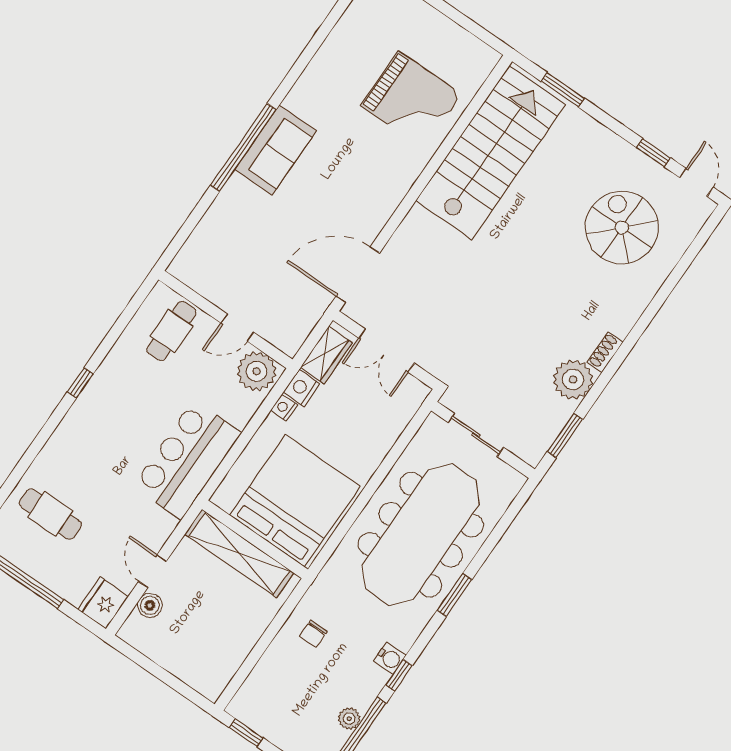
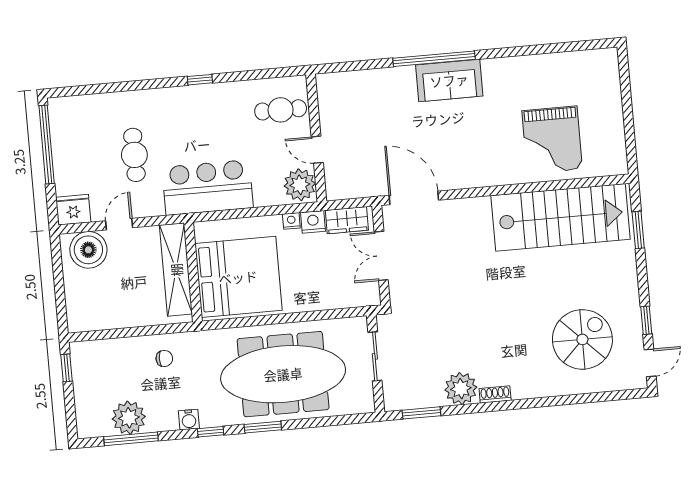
cafe table: (50, 514) -> (134, 155), moved
boiler: (150, 605) -> (88, 250), width x1.86, depth x1.86
chair: (313, 634) -> (164, 358), turned 180
window: (399, 675) -> (211, 432), moved
plant: (349, 719) -> (129, 418), width x1.88, depth x1.88

